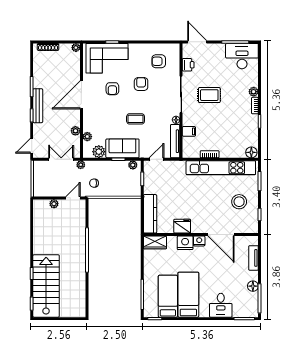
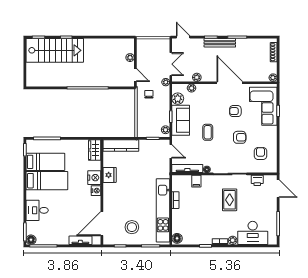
door: (197, 42) -> (278, 189), hinge flipped
desk: (242, 56) -> (253, 233), moved, turned 90
door: (221, 235) -> (102, 224), moved
floor lamp: (253, 286) -> (31, 240), moved

